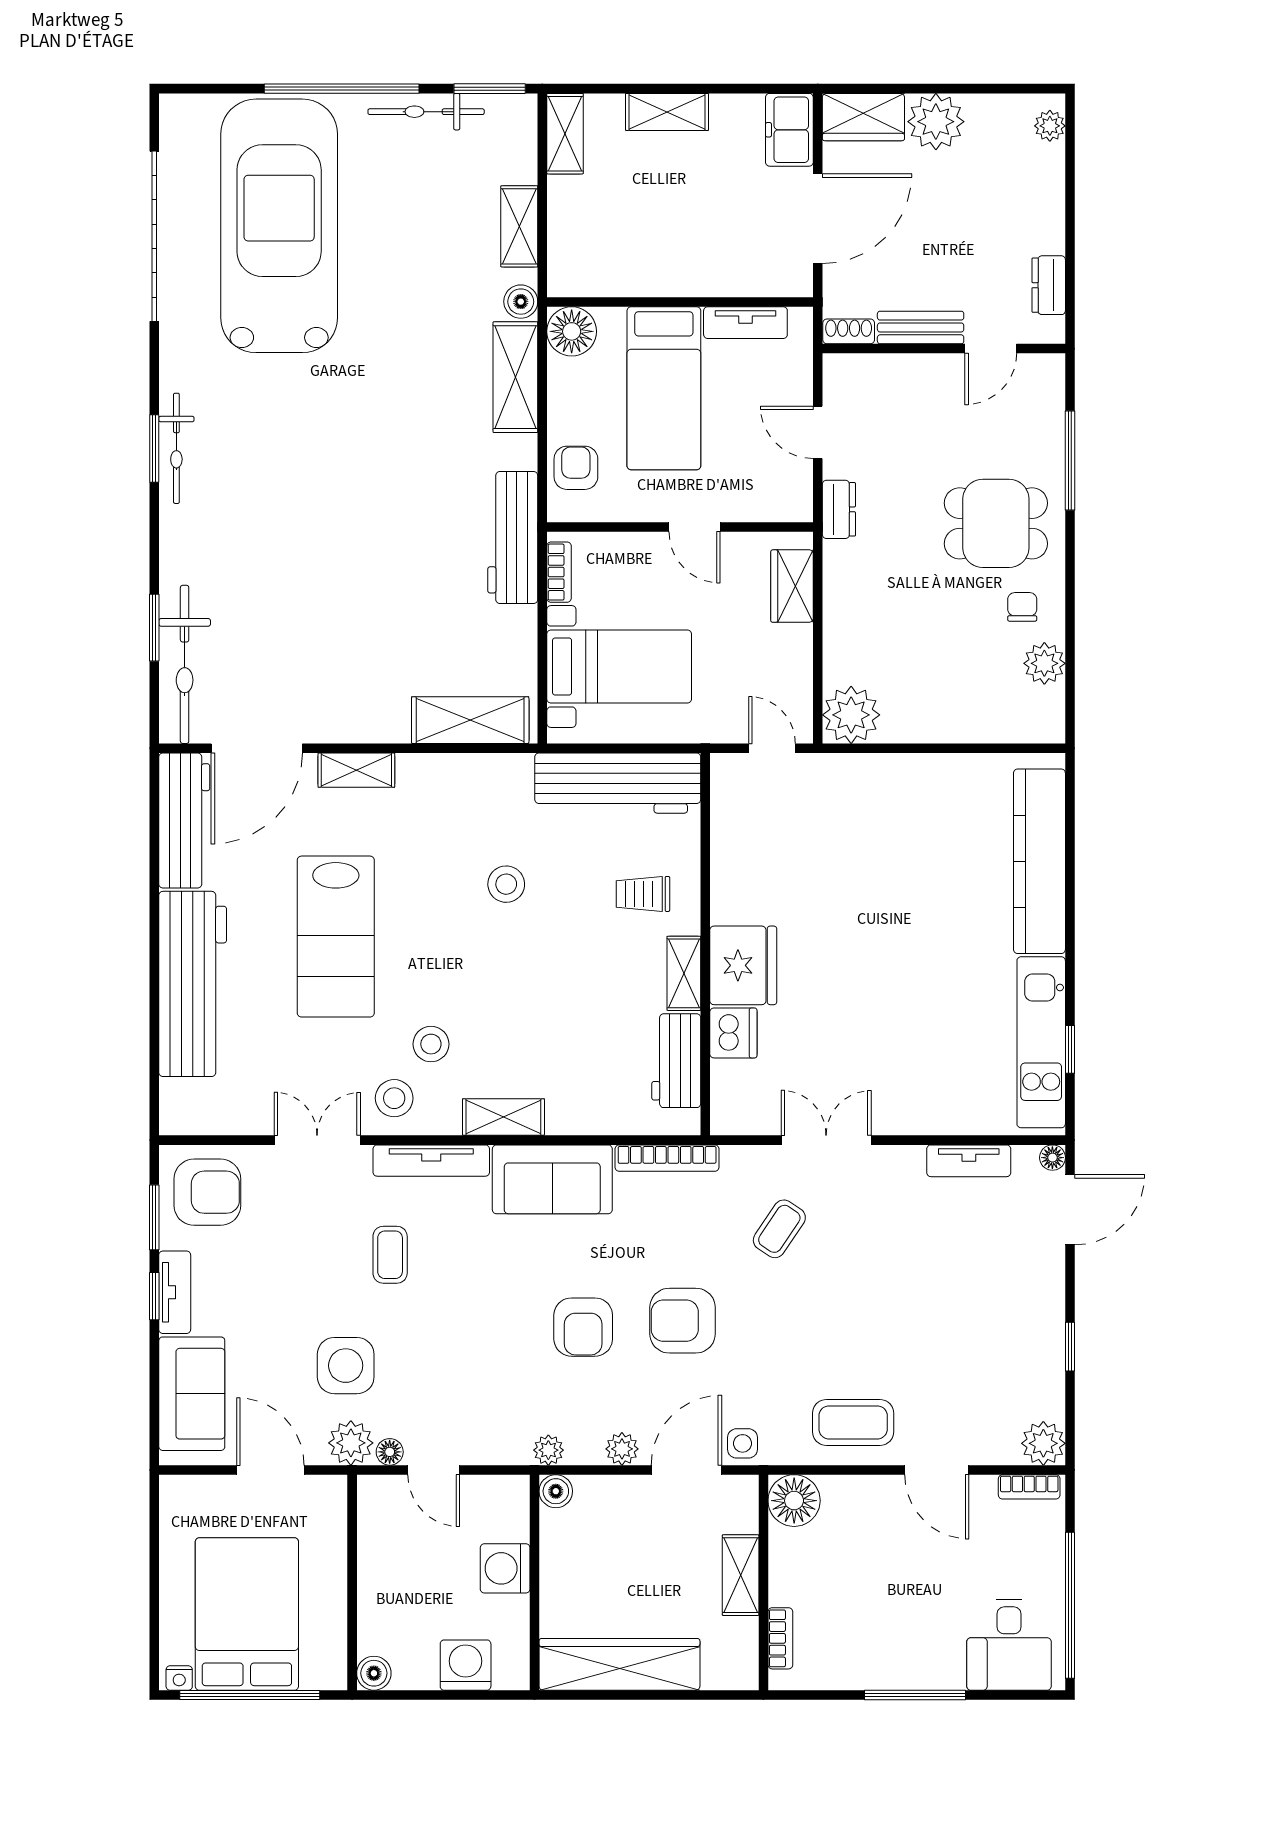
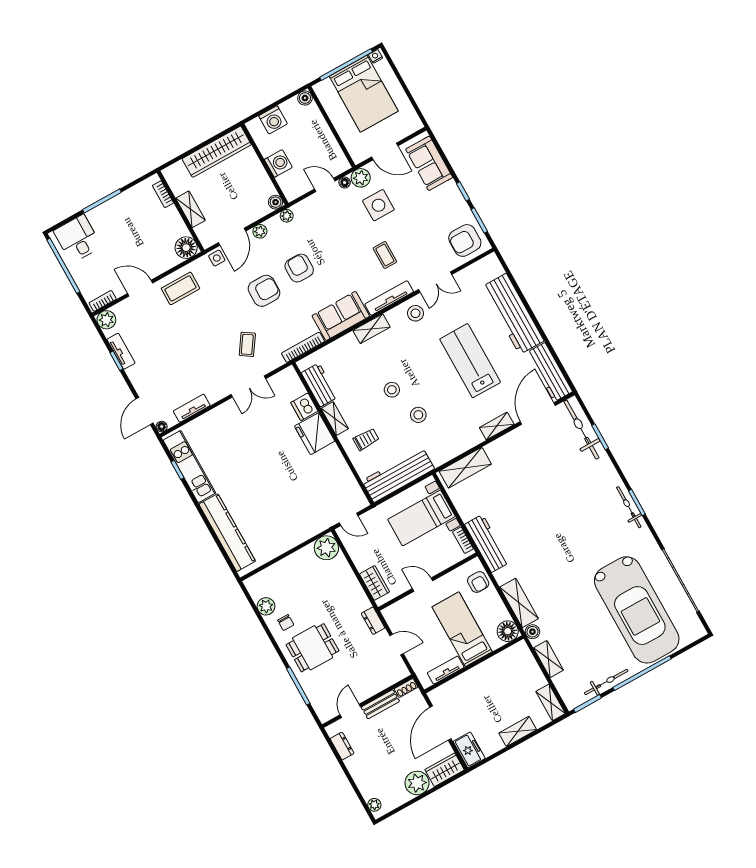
stool: (431, 1044) -> (392, 390), moved
tv unit: (175, 1292) -> (121, 351), moved, turned 180

